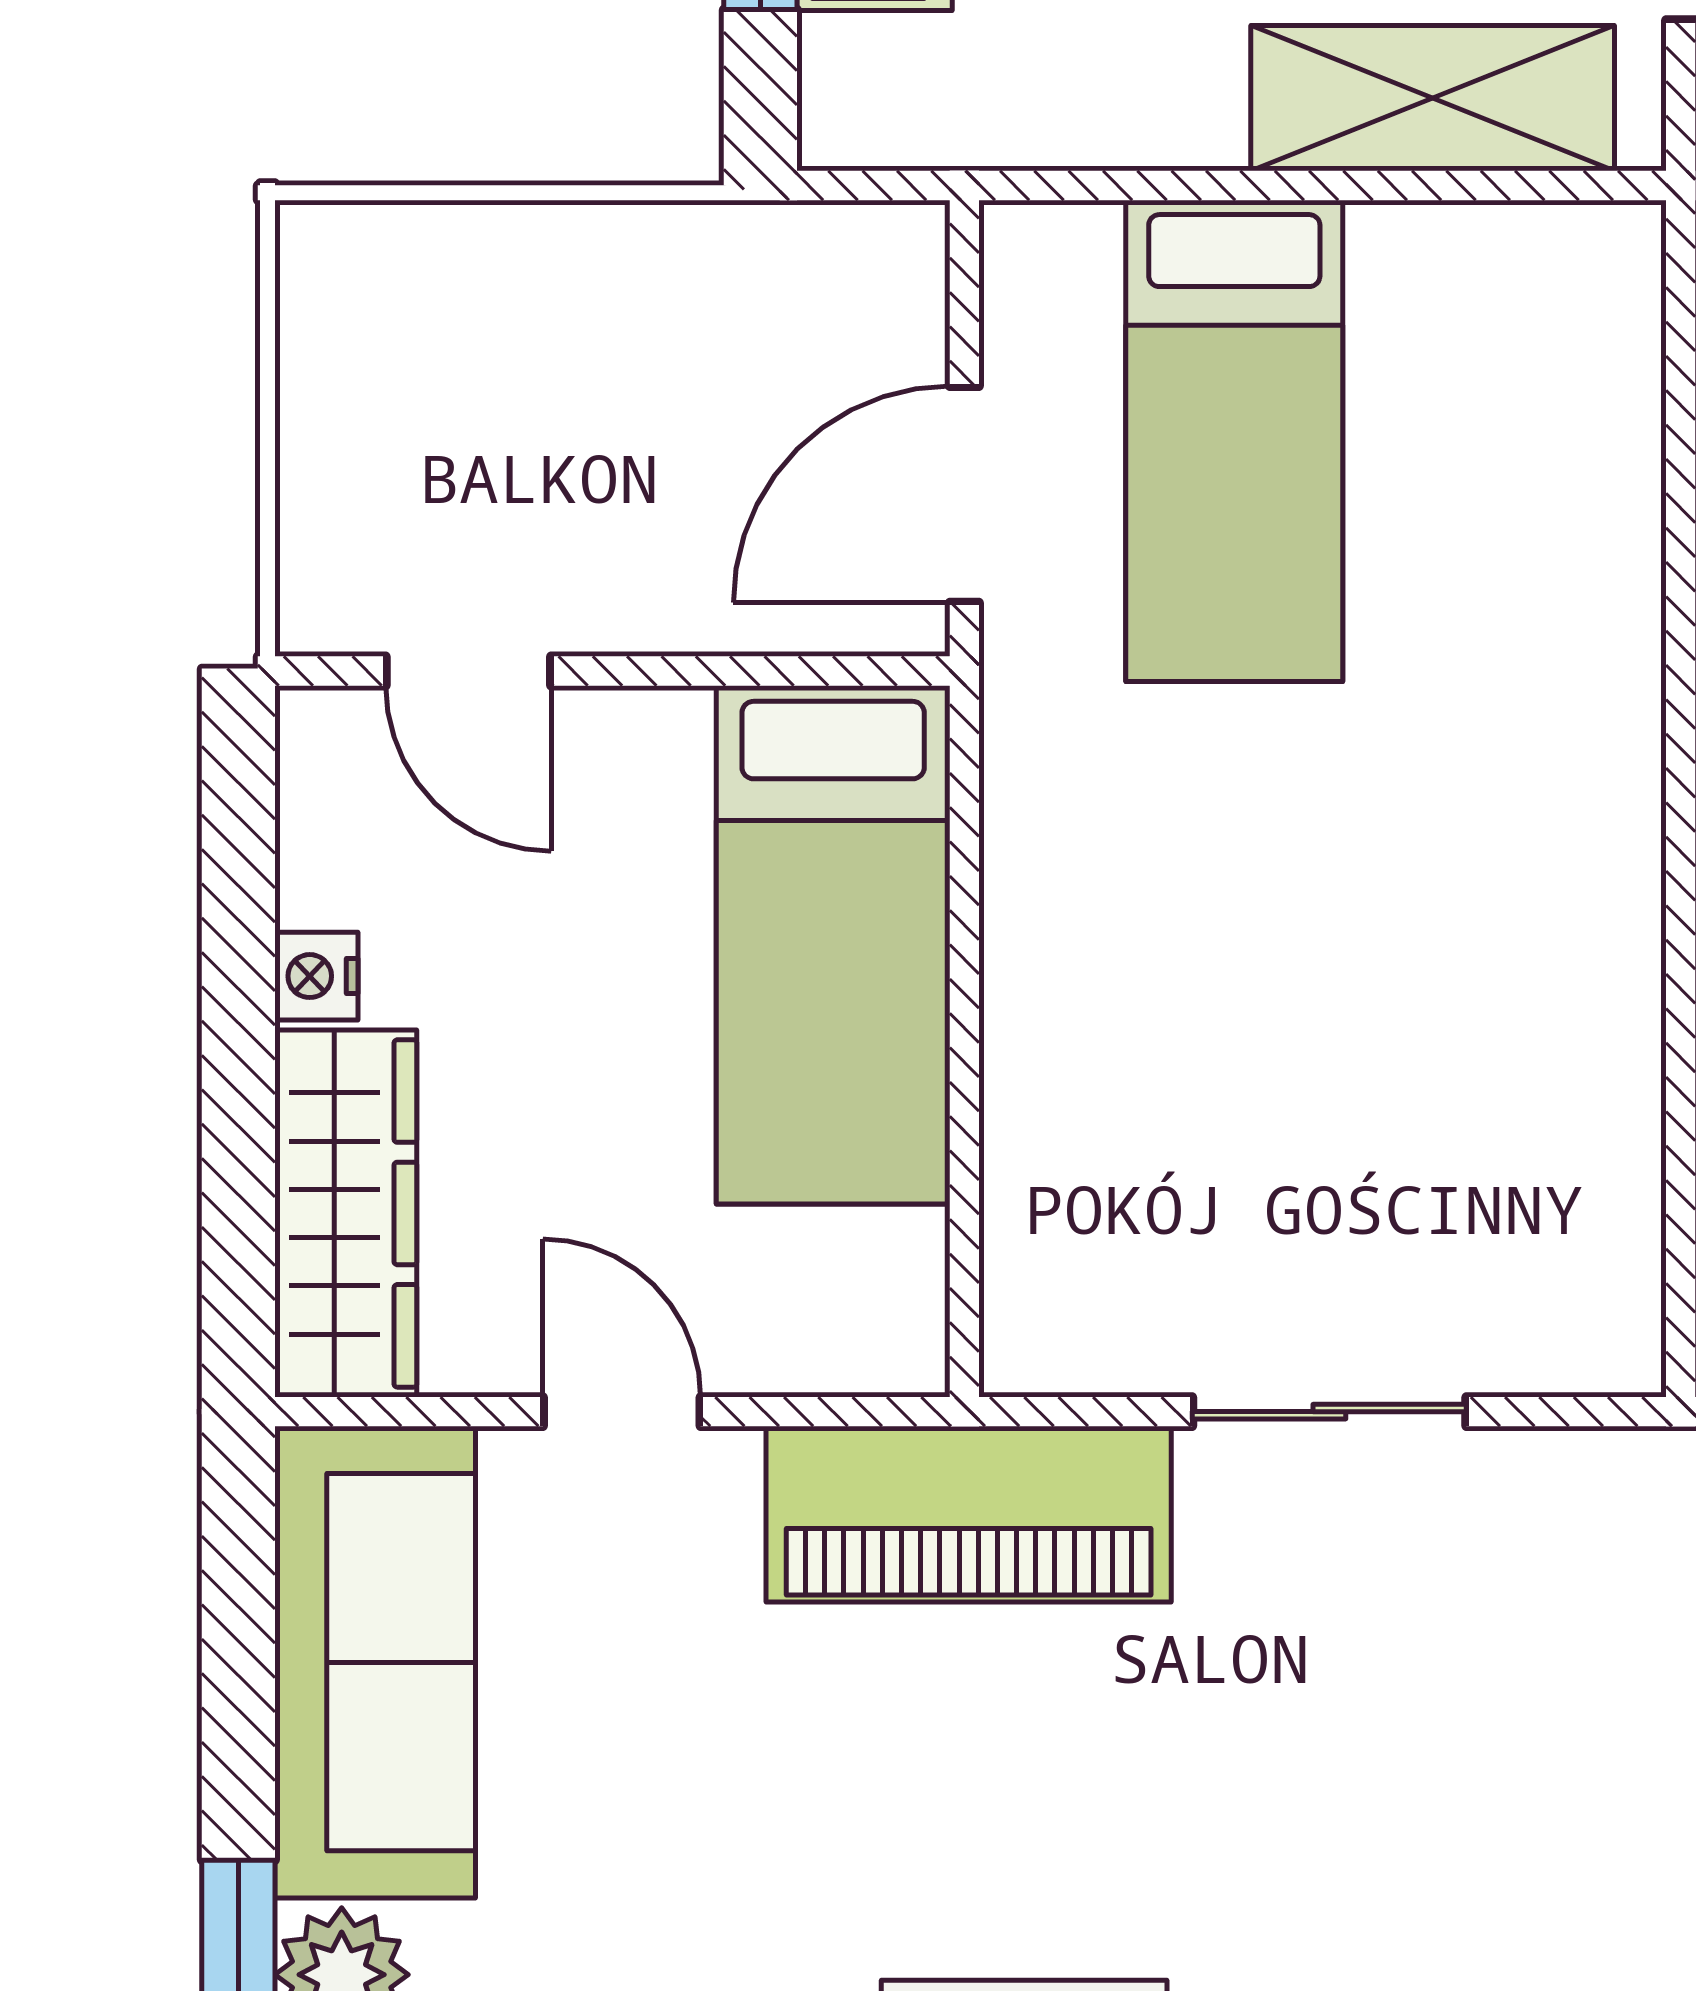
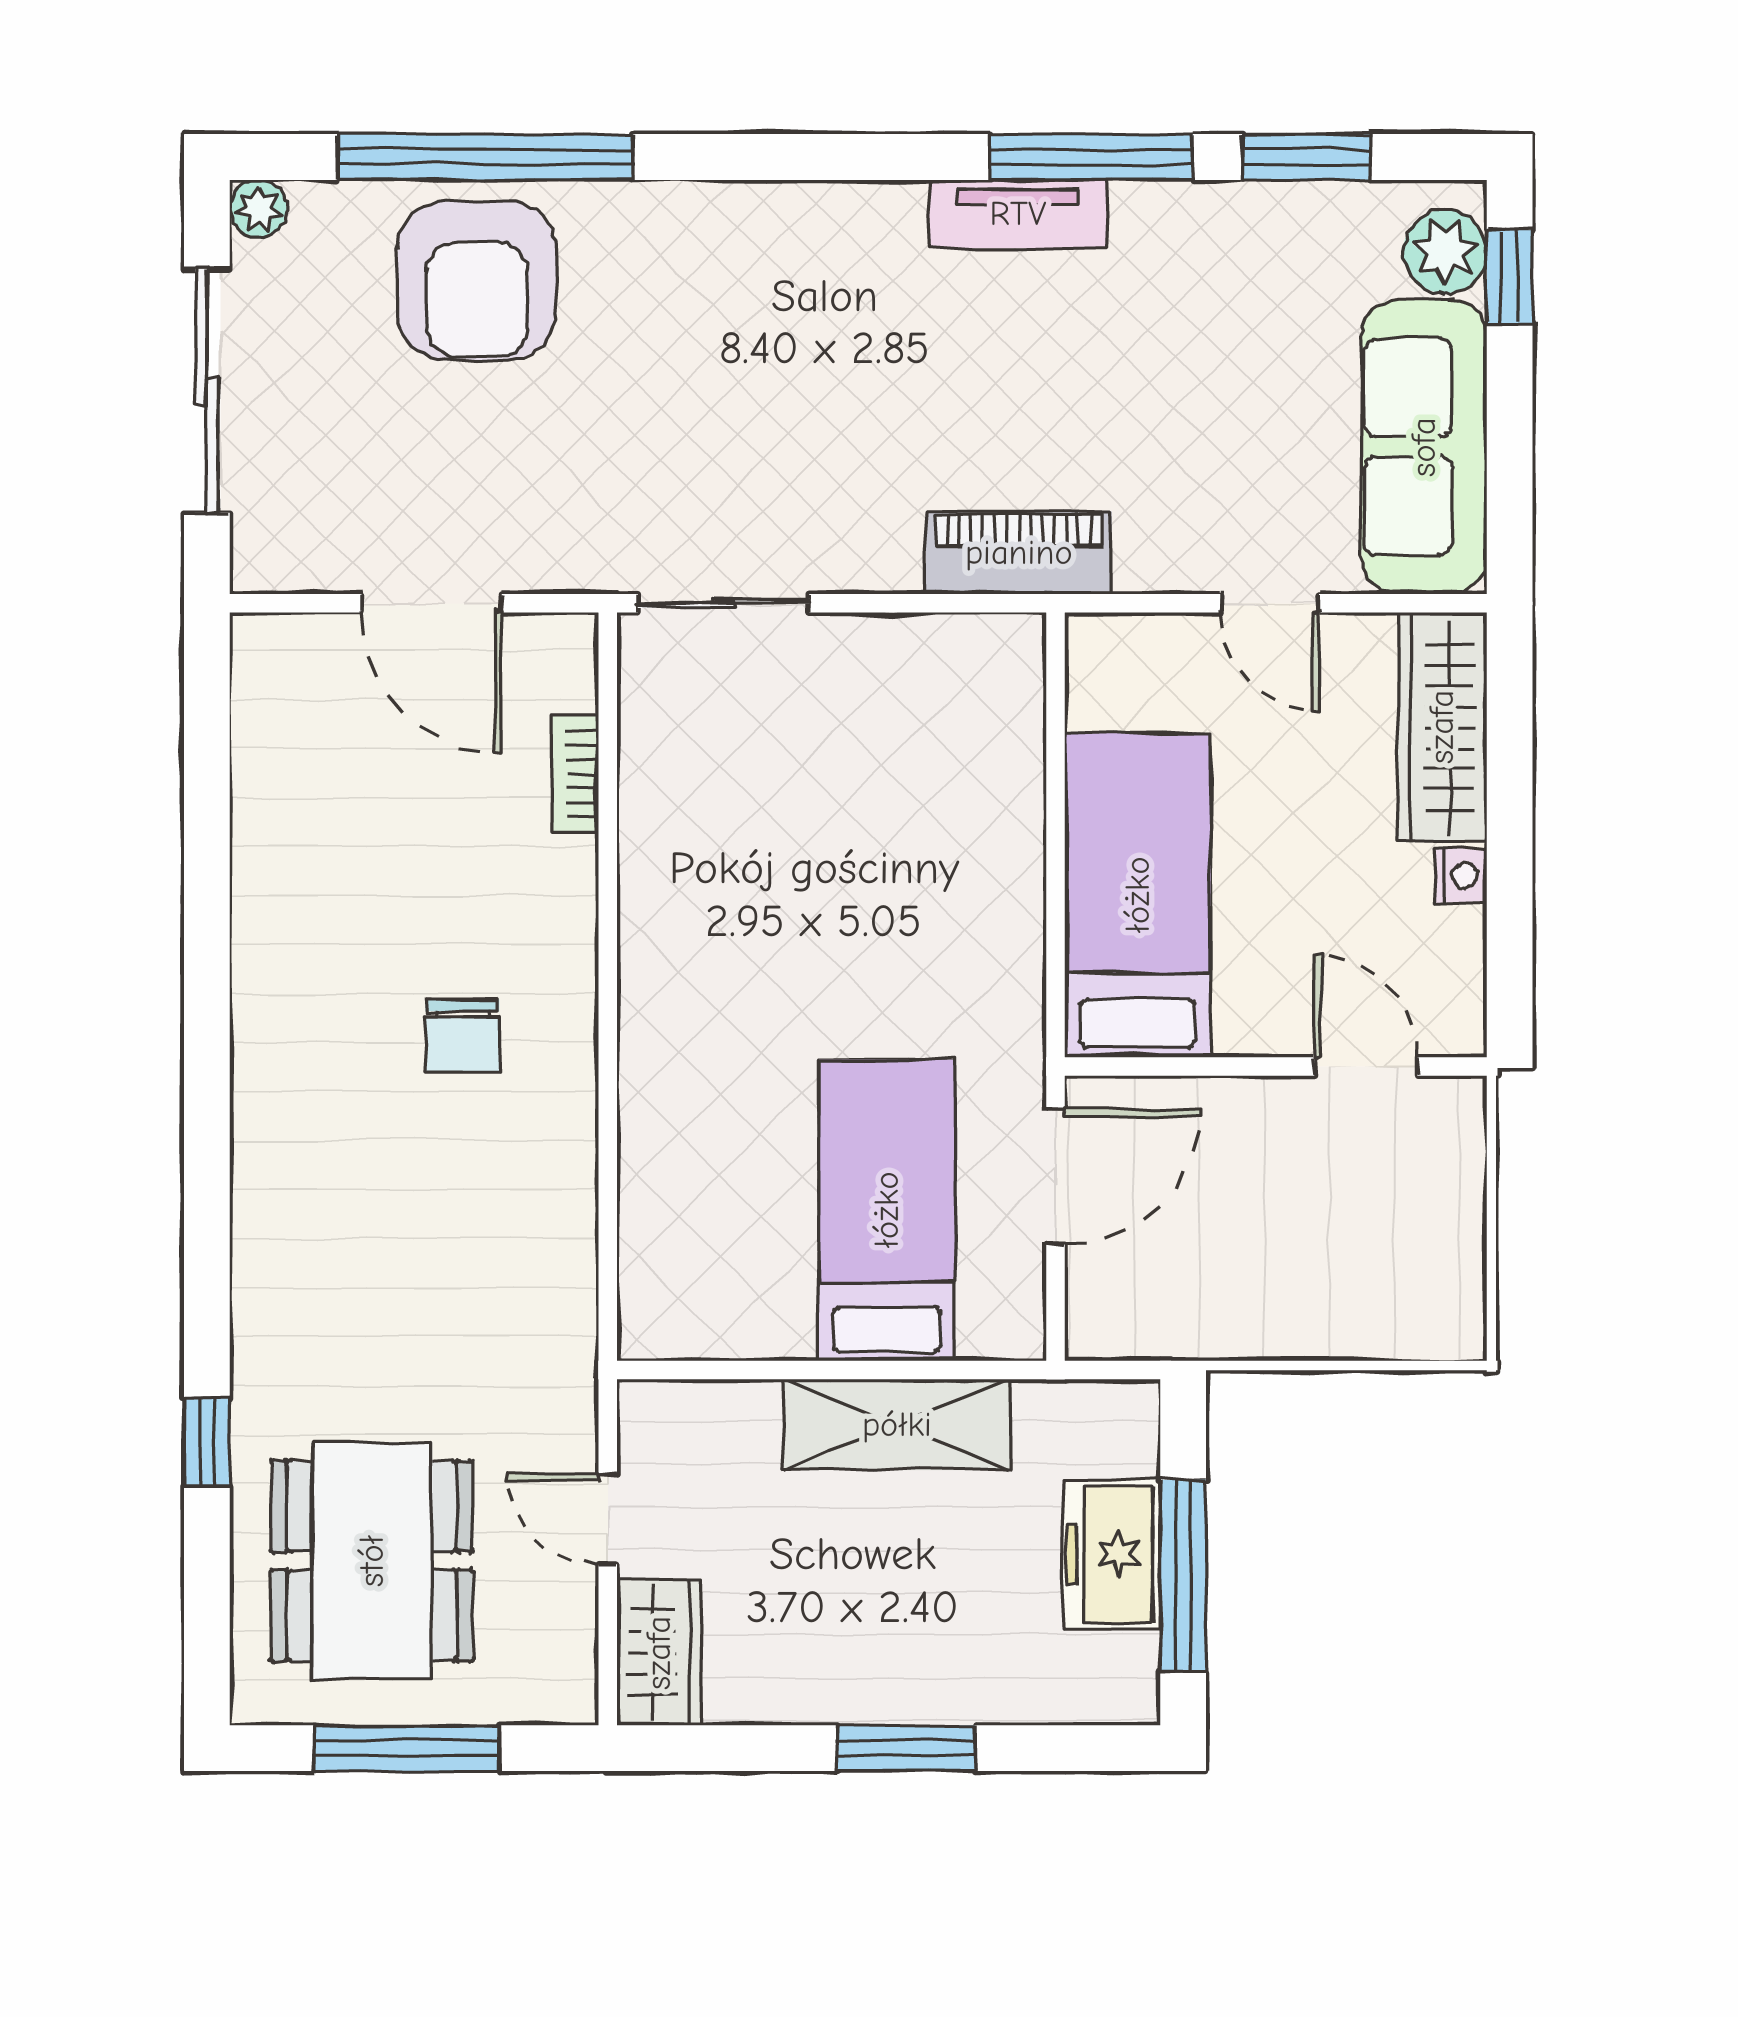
shelving: (1433, 98) -> (897, 1425), moved
sliding door: (1329, 1412) -> (724, 603), moved
piano: (969, 1514) -> (1019, 553), width x0.73, depth x0.75

